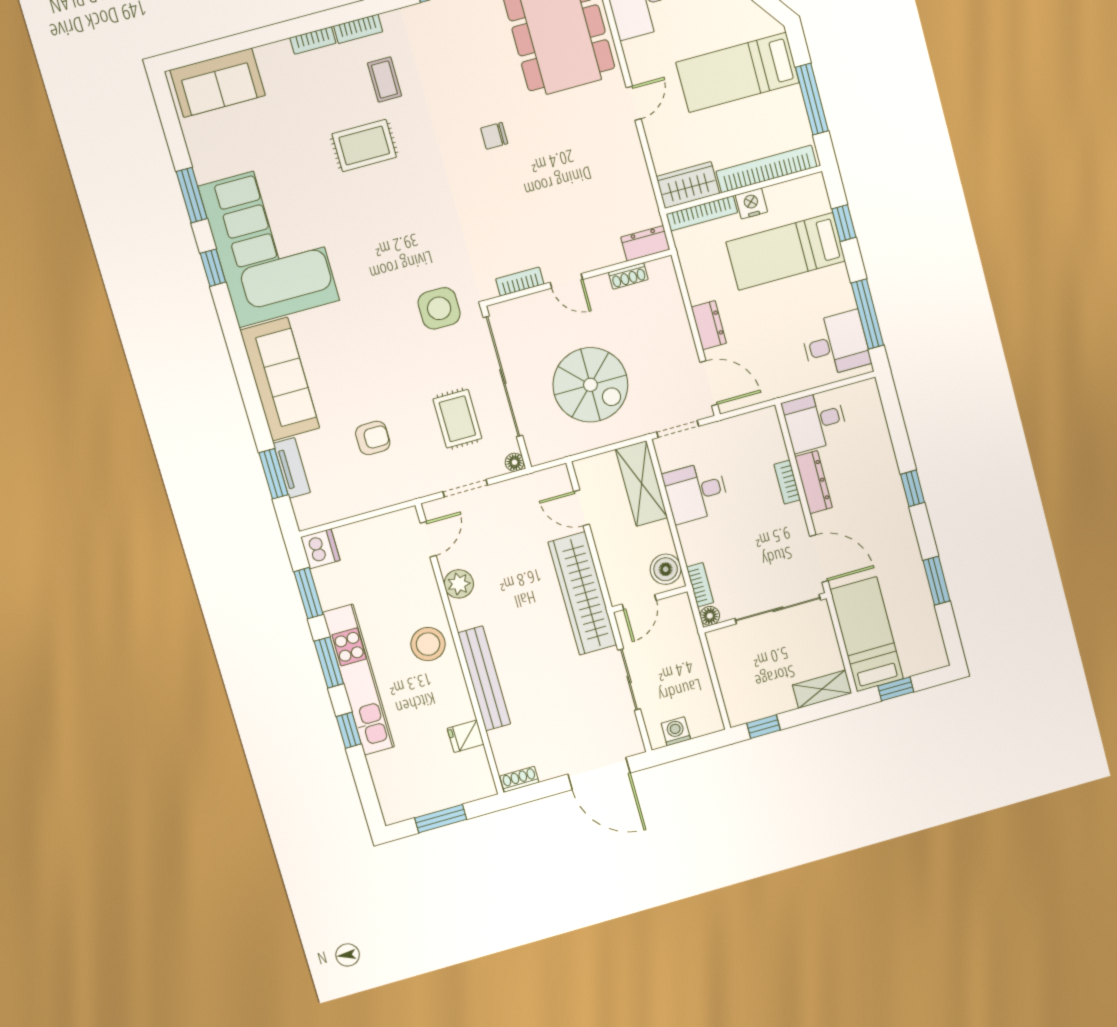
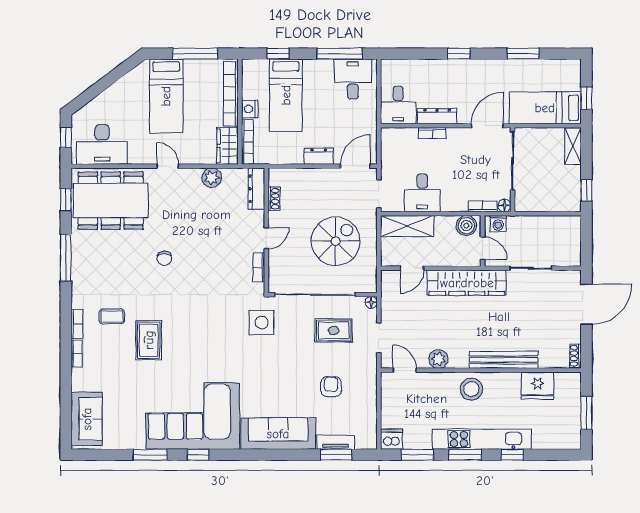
plant: (634, 174) -> (212, 178), added
dresser: (645, 243) -> (256, 189), width x1.44
washing machine: (676, 731) -> (498, 223), moved, turned -90
fridge: (466, 736) -> (538, 386), width x1.88, depth x1.34

